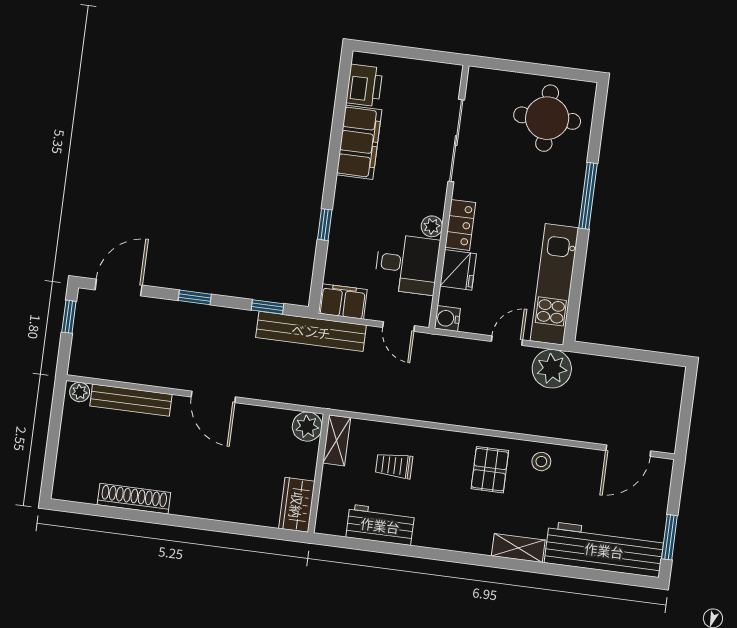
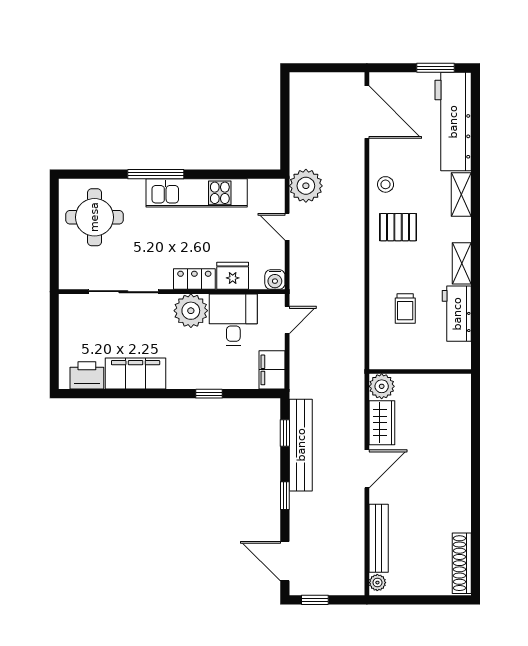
plant: (432, 226) -> (191, 311), width x1.88, depth x1.88
kitchen unit: (554, 284) -> (197, 193), moved
bench: (311, 331) -> (301, 445), moved
shelving: (337, 440) -> (462, 263), moved, turned 90
door: (628, 451) -> (367, 112), width x1.36
shoe rack: (134, 499) -> (462, 563), moved
wardrobe: (297, 505) -> (382, 423), moved, turned -90

